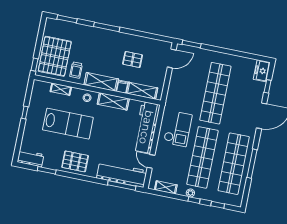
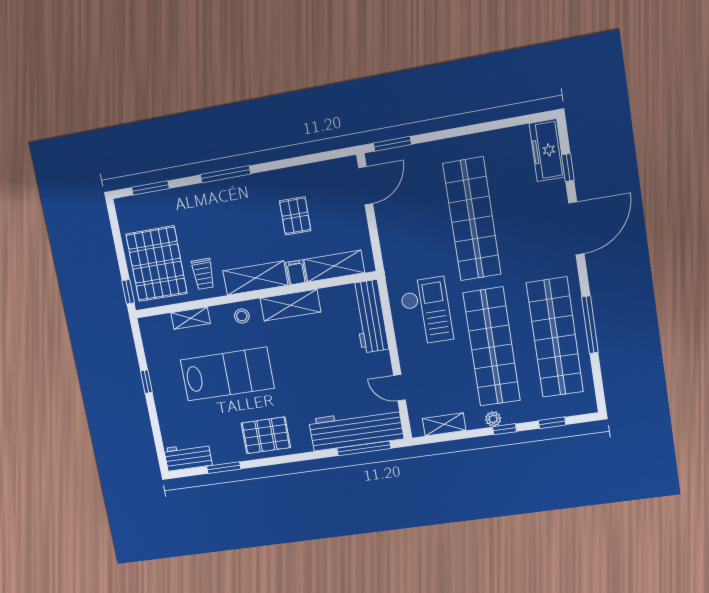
pallet: (133, 60) -> (295, 216), turned 90
freezer: (262, 71) -> (547, 150), width x1.40
workbench: (146, 127) -> (370, 316), width x0.73, depth x0.76

